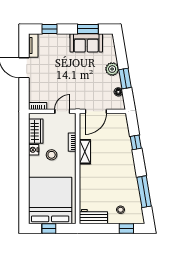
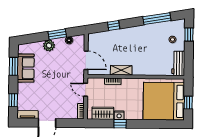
window: (24, 151) -> (120, 124), added
stool: (52, 155) -> (124, 99), removed

